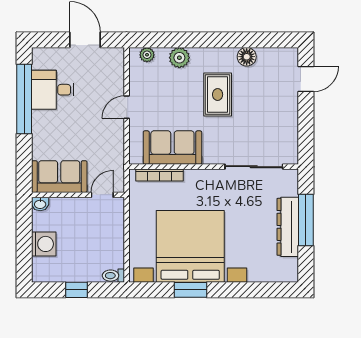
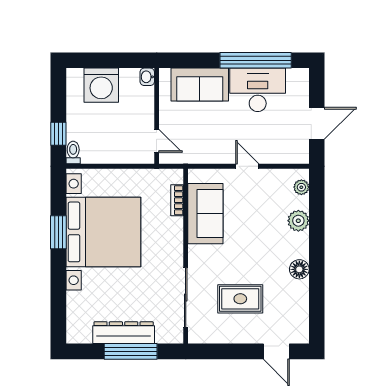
floor lamp: (247, 57) -> (299, 269), moved
desk: (53, 90) -> (258, 90), width x1.37
rug: (218, 95) -> (240, 299), moved
bookcase: (160, 175) -> (177, 200), width x0.64
sofa: (59, 177) -> (200, 84), moved, turned 90
washing machine: (44, 244) -> (101, 85), width x1.37, depth x1.37
window: (76, 290) -> (58, 134), moved

